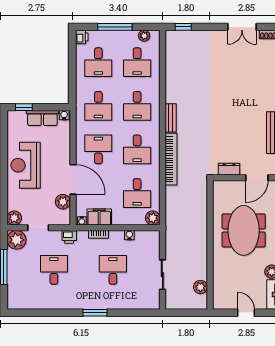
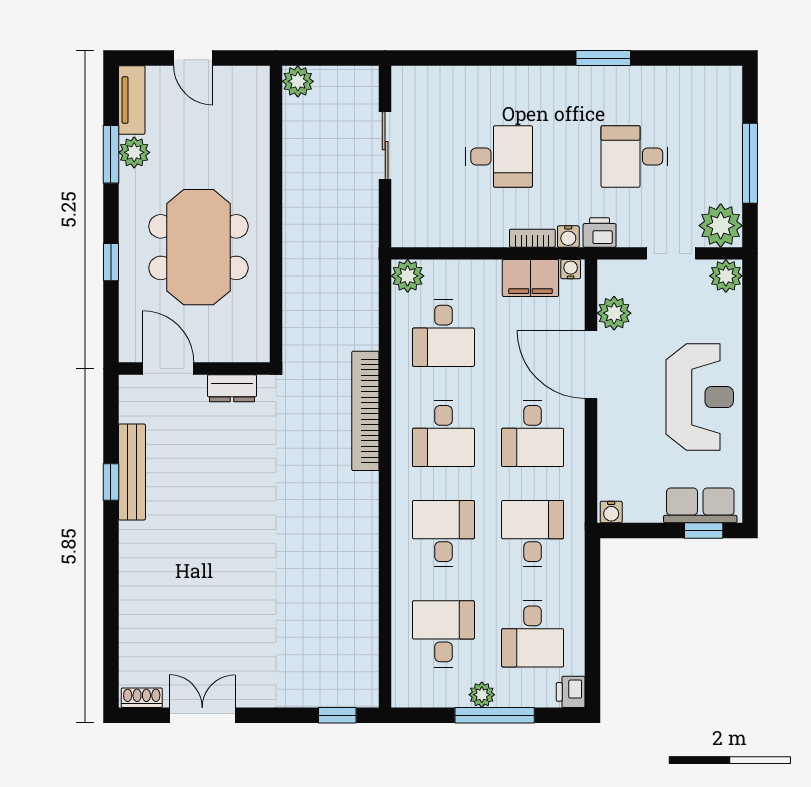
plant: (144, 36) -> (482, 695), moved
desk: (98, 62) -> (533, 634), turned 180
row of seats: (42, 118) -> (700, 505), moved
bench: (171, 118) -> (366, 506), removed
desk: (137, 149) -> (443, 433), turned 180
door: (257, 178) -> (168, 368), hinge flipped
desk: (137, 193) -> (443, 333), turned 180
water cooler: (129, 235) -> (568, 237), moved
desk: (54, 270) -> (635, 156), turned 90
desk: (113, 270) -> (499, 156), turned -90
plant: (200, 287) -> (298, 81), moved
window: (95, 313) -> (603, 58), moved

